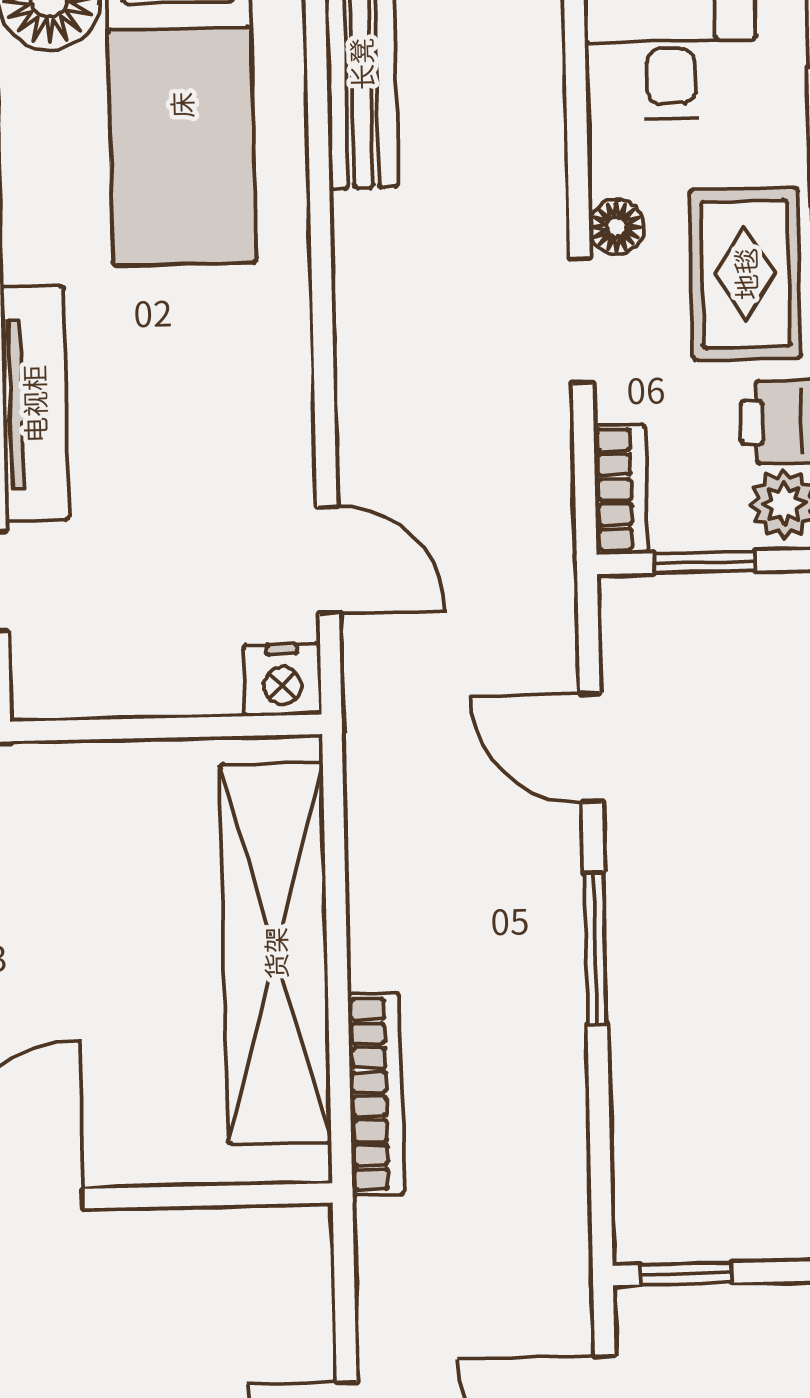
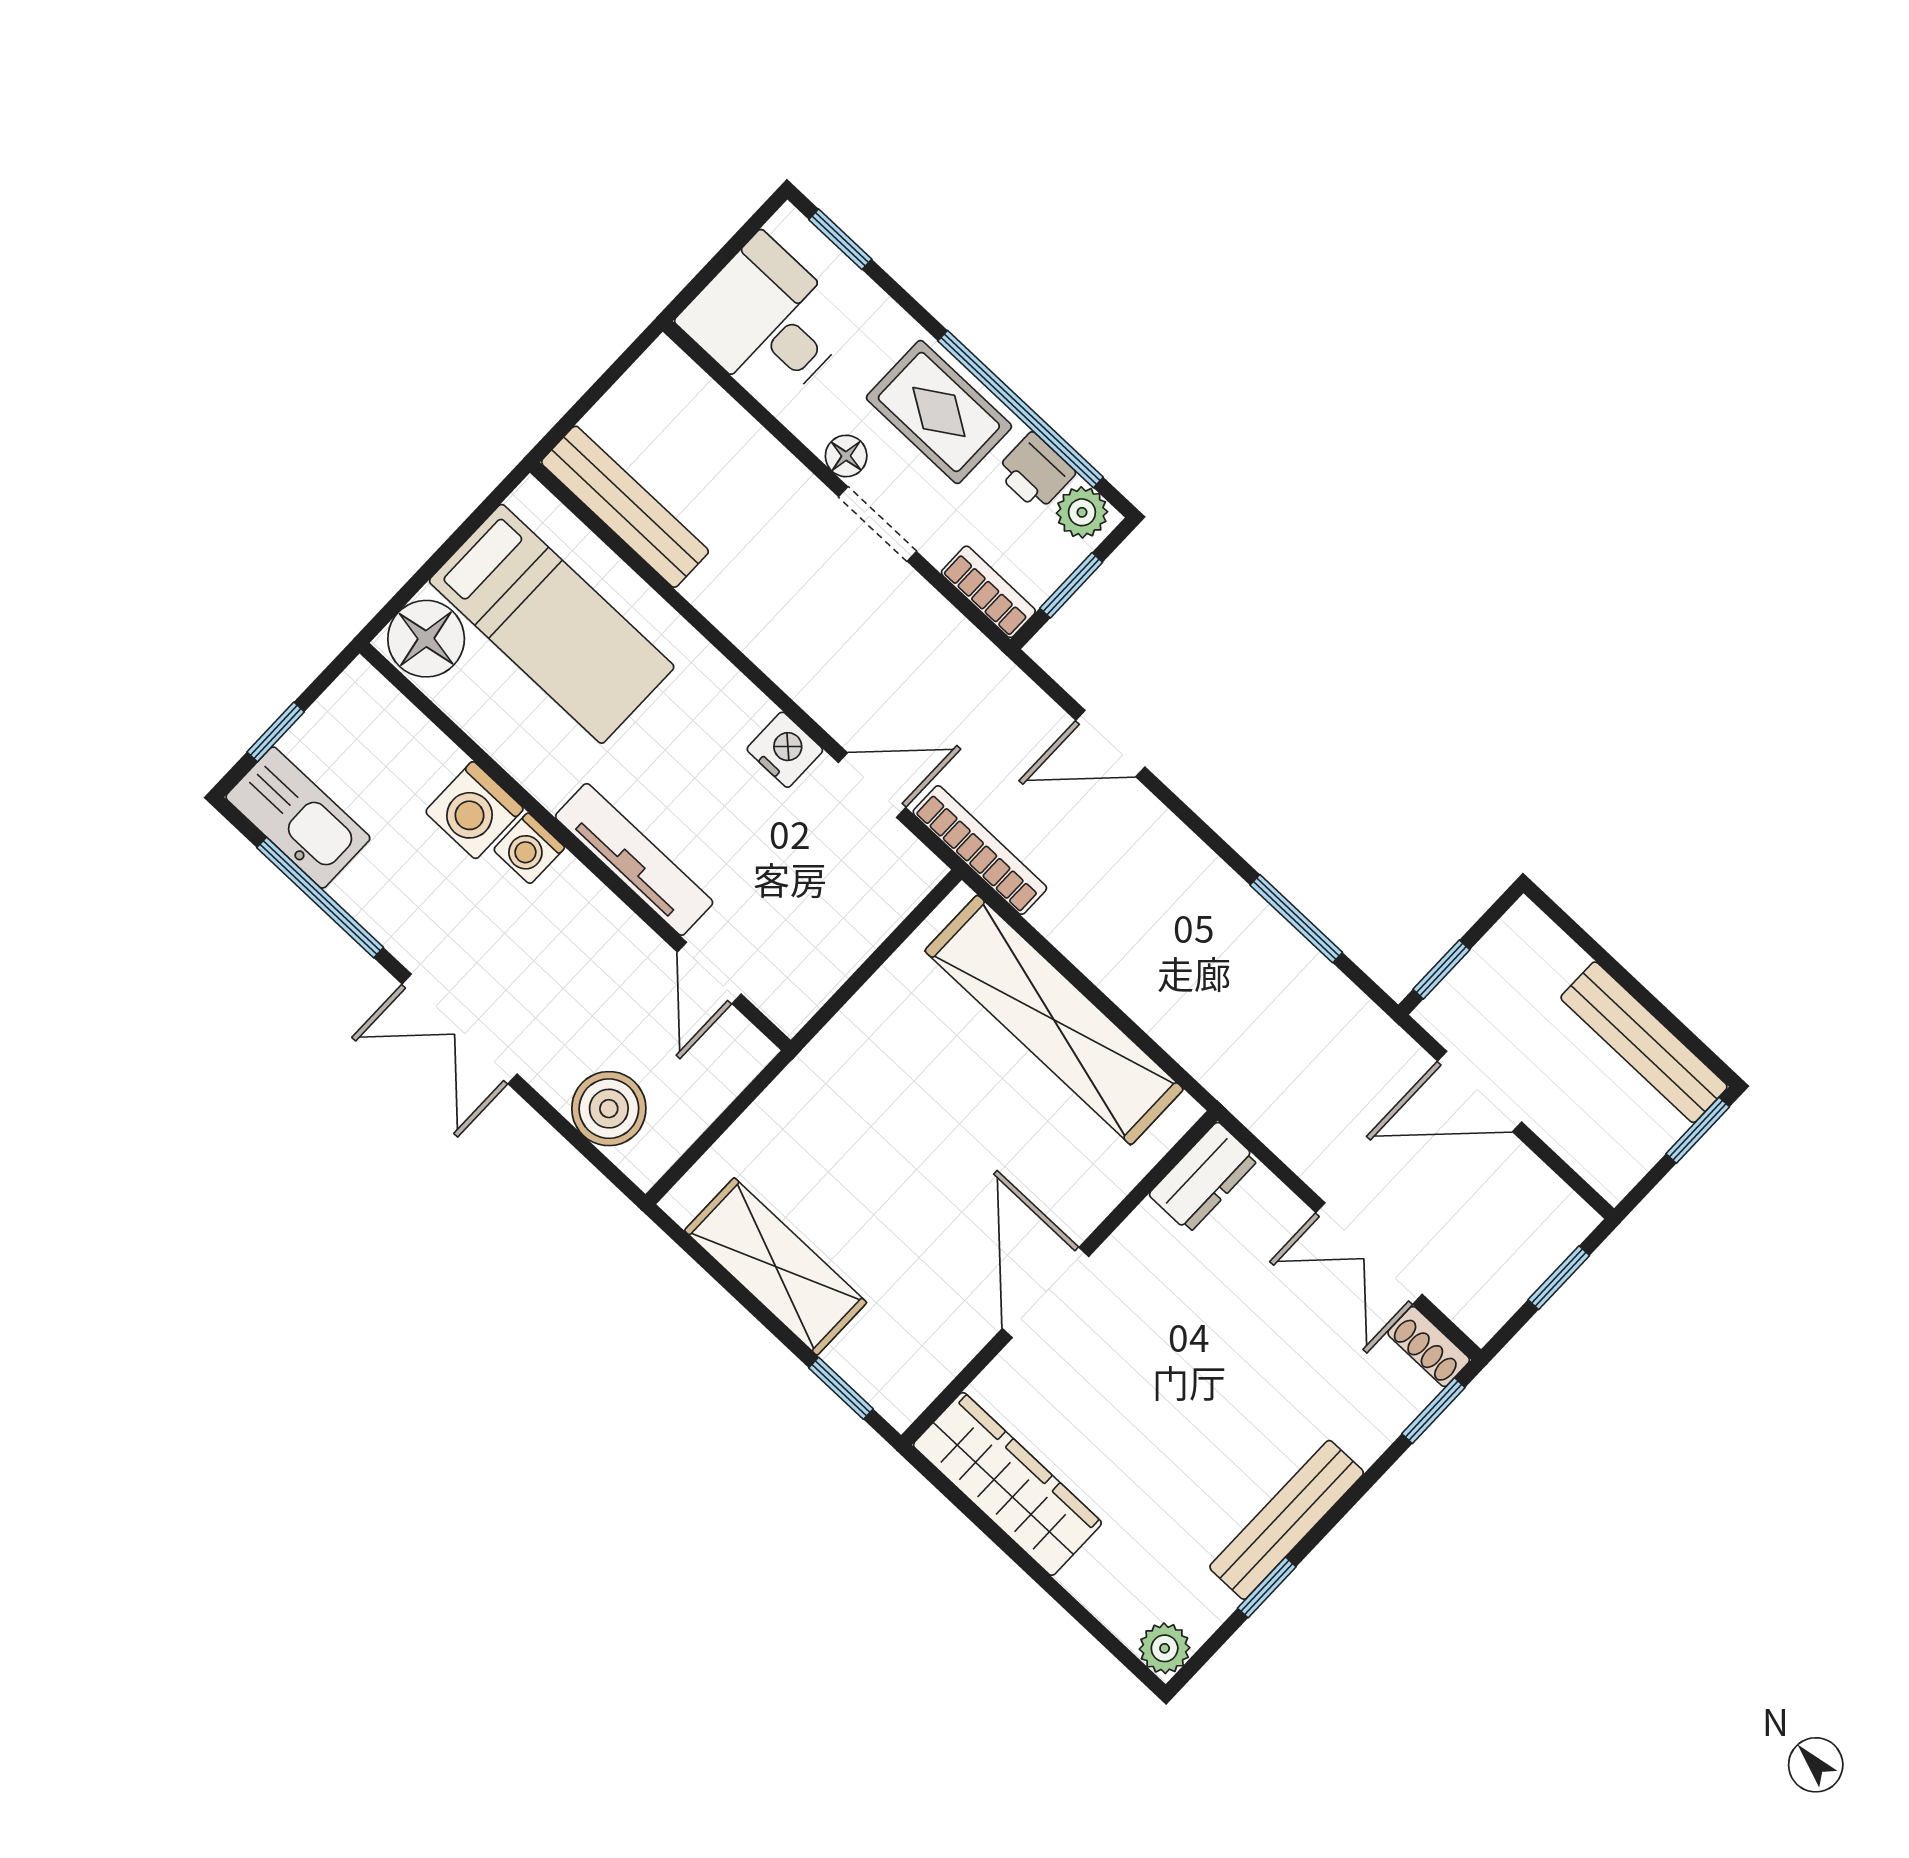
nightstand: (282, 680) -> (785, 750), moved, turned -90
window: (596, 948) -> (1296, 919), moved
bookcase: (376, 1094) -> (980, 850), moved
dresser: (266, 1242) -> (1203, 1177), added

